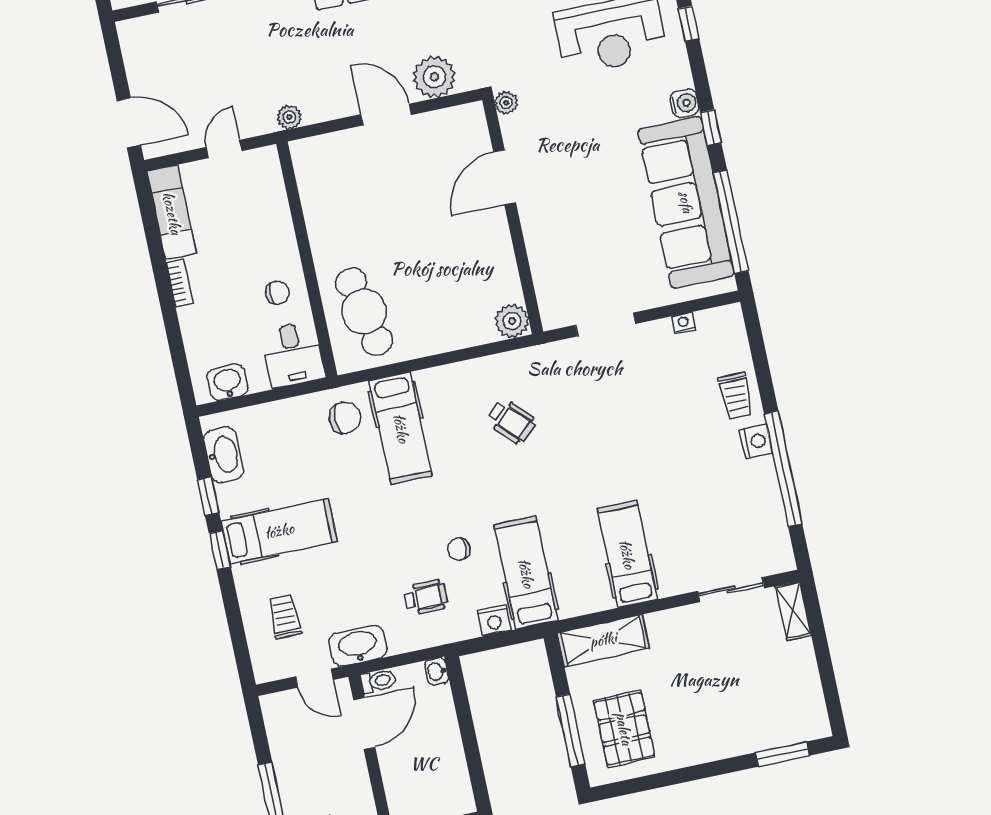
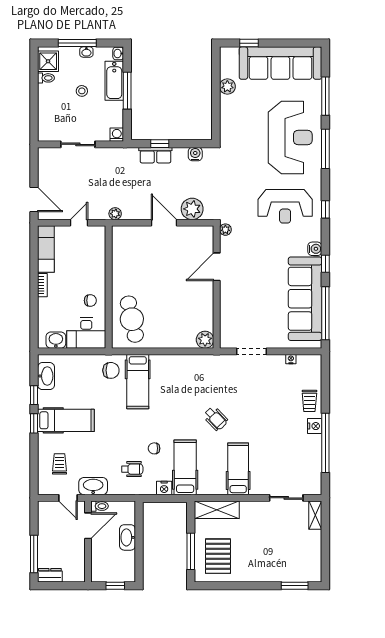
desk: (293, 355) -> (86, 333), width x1.37
wheelchair: (511, 421) -> (216, 418), moved
washbasin: (437, 671) -> (127, 537), moved, width x1.91, depth x1.45

